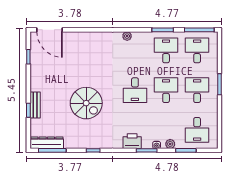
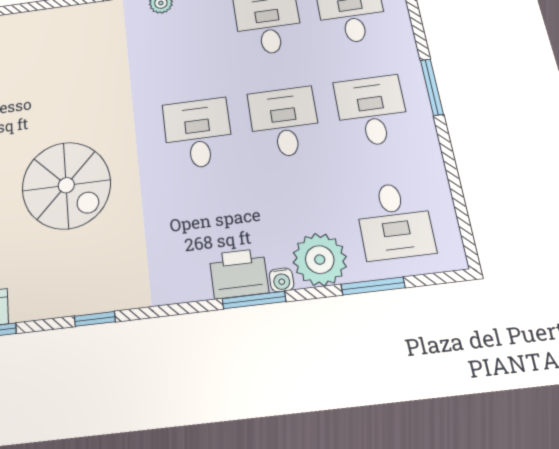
desk: (135, 90) -> (198, 133), turned 180
printer: (132, 141) -> (239, 274), moved
plant: (170, 144) -> (320, 260), width x1.87, depth x1.87

